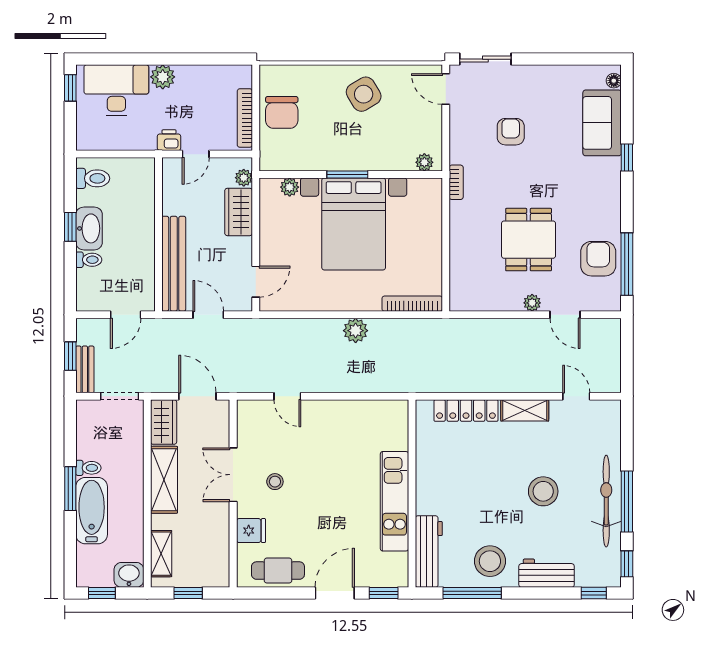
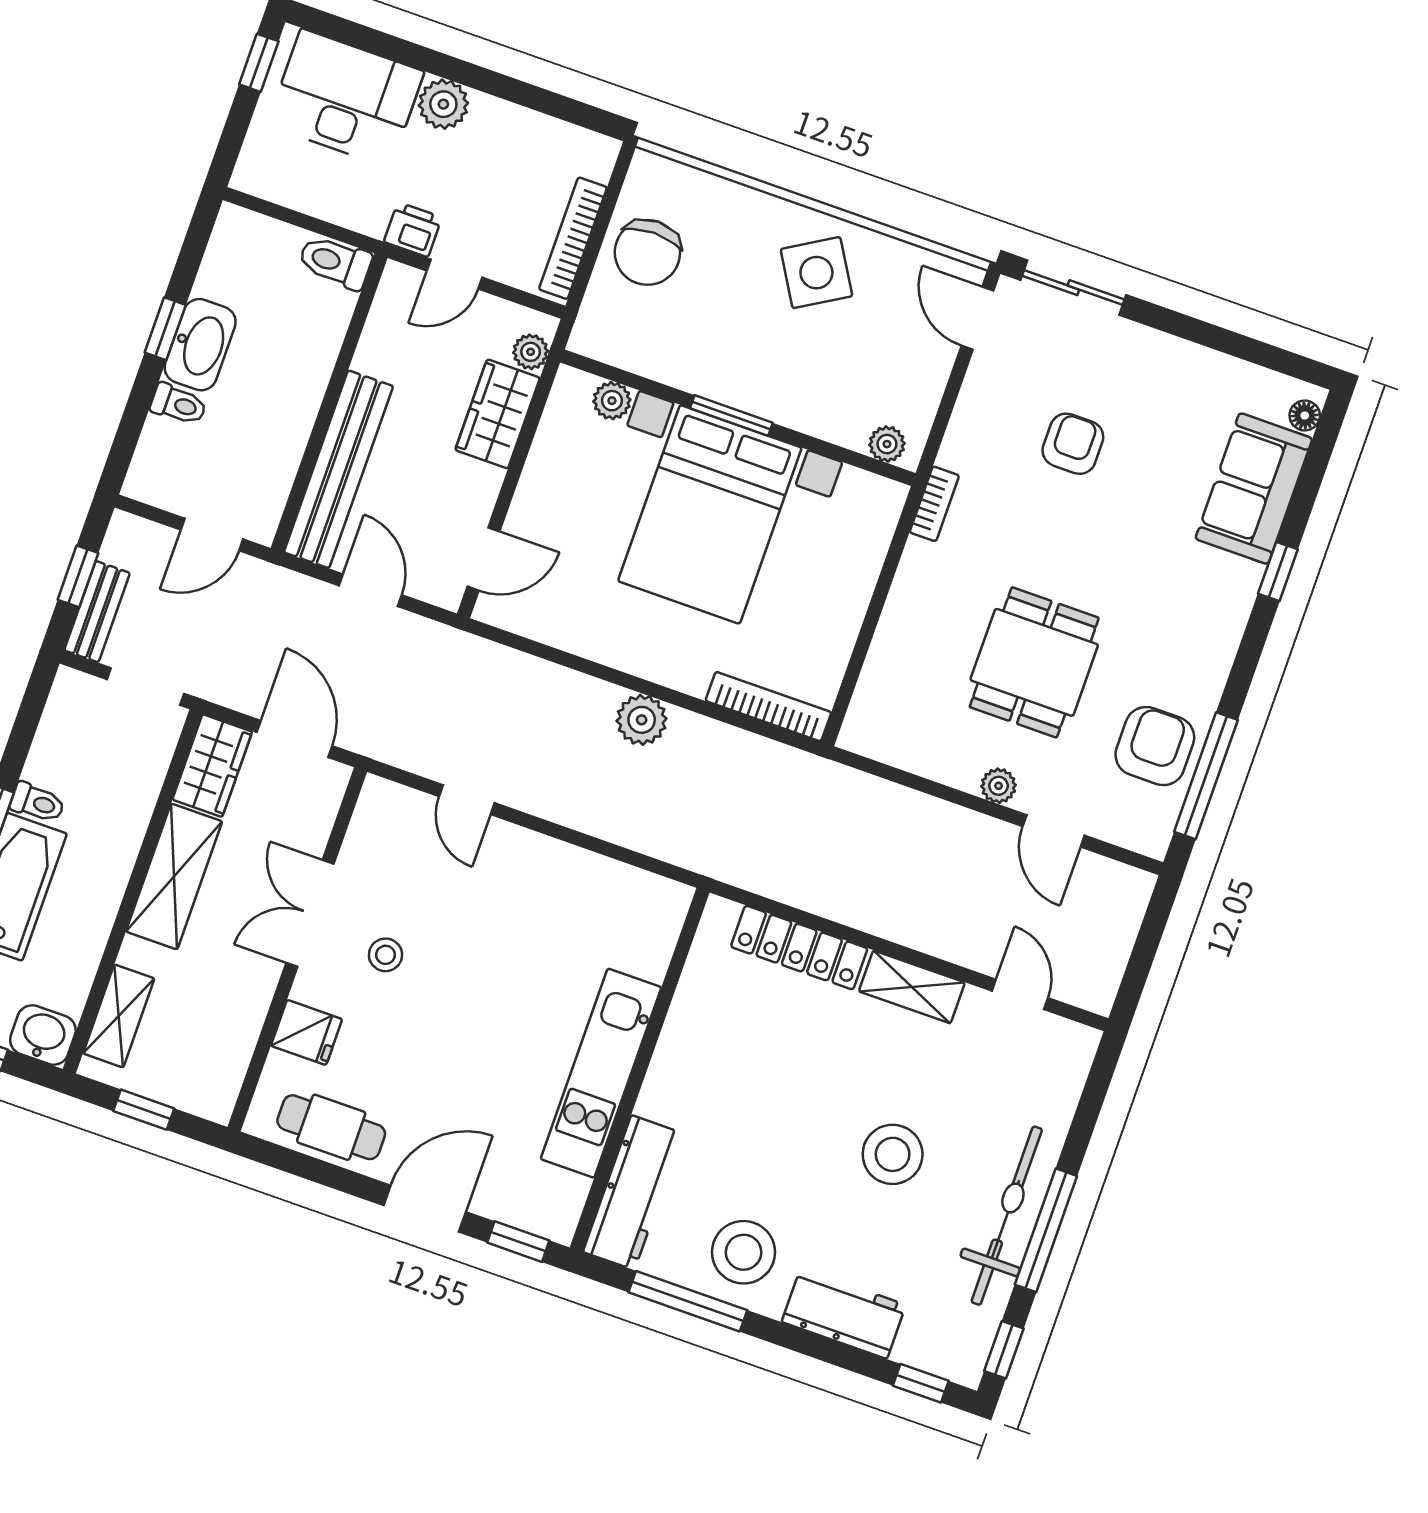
toilet: (93, 178) -> (335, 262), moved, turned 180

